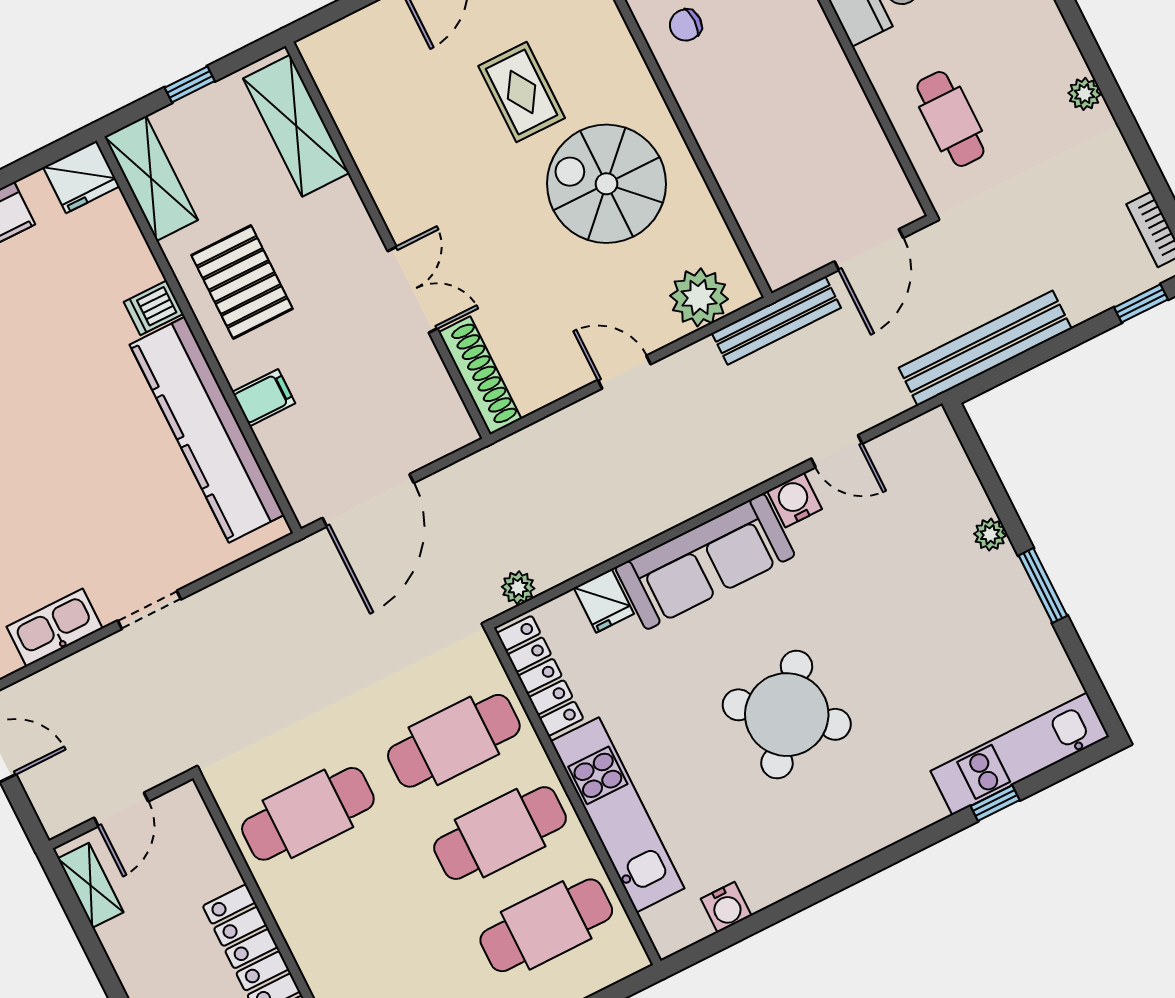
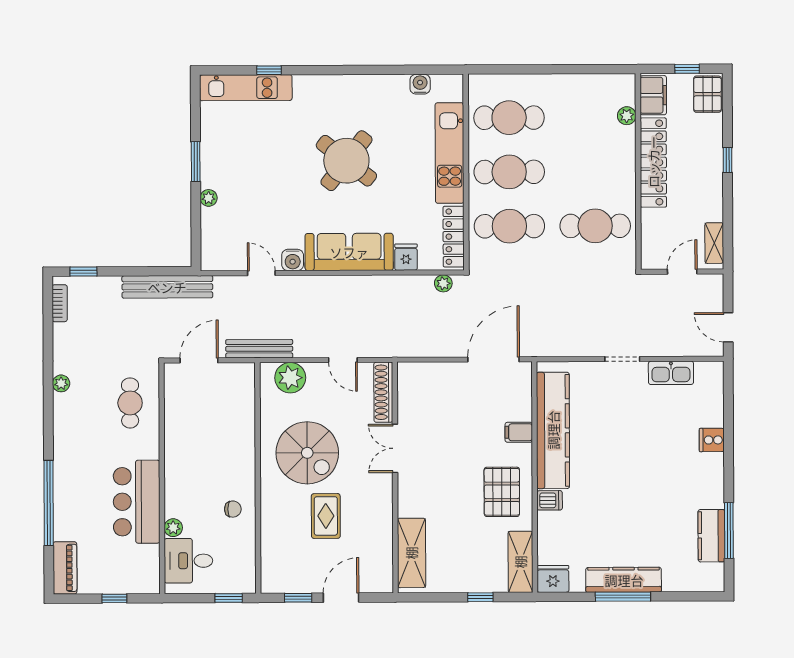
shelving: (296, 126) -> (411, 553), moved
wall: (388, 240) -> (395, 478), moved
double door: (413, 290) -> (395, 448), moved
shoe rack: (480, 375) -> (383, 392), moved

